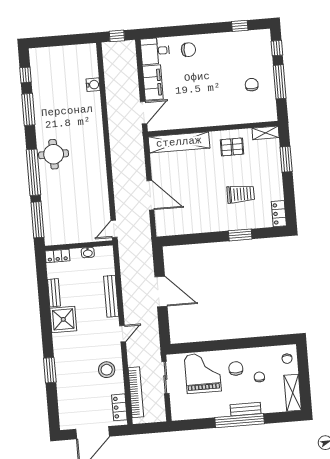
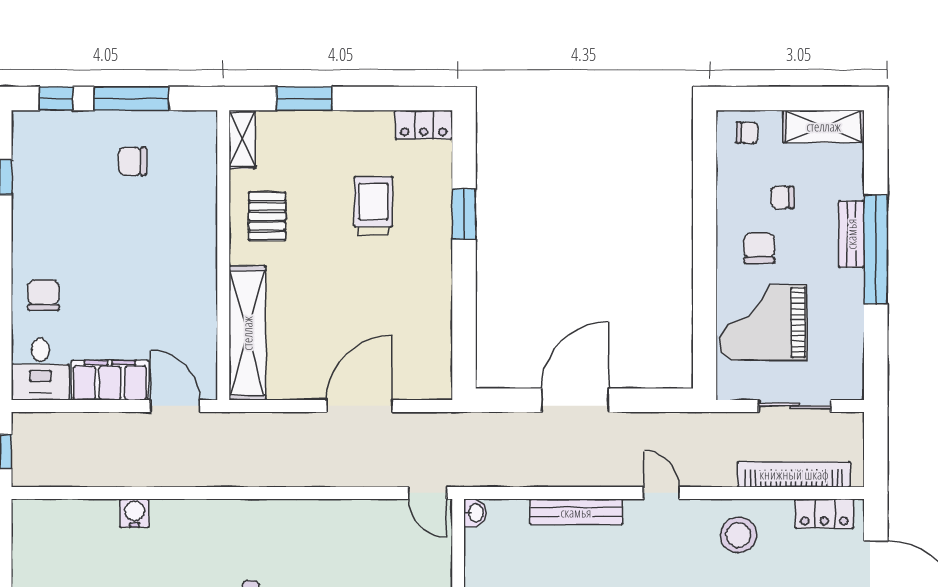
water cooler: (93, 85) -> (134, 513), moved
washbasin: (88, 253) -> (475, 513), moved
chair: (236, 368) -> (759, 248), turned 90
sliding door: (165, 377) -> (795, 406), moved

